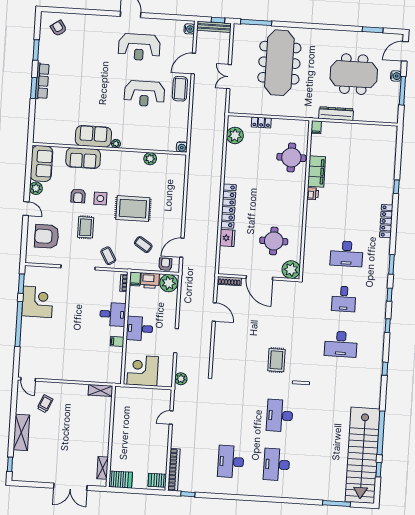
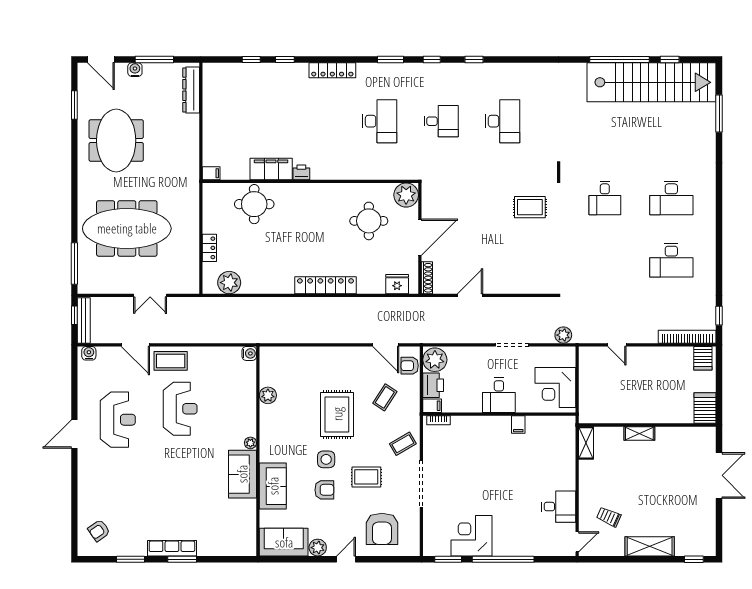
meeting table: (354, 74) -> (116, 141), moved
dresser: (336, 114) -> (191, 90), moved
fridge: (227, 238) -> (397, 284), moved
desk: (113, 314) -> (559, 507), moved, turned 90
window: (385, 369) -> (251, 59), moved
desk: (280, 416) -> (605, 198), width x0.73
shelving: (103, 468) -> (639, 433), moved

